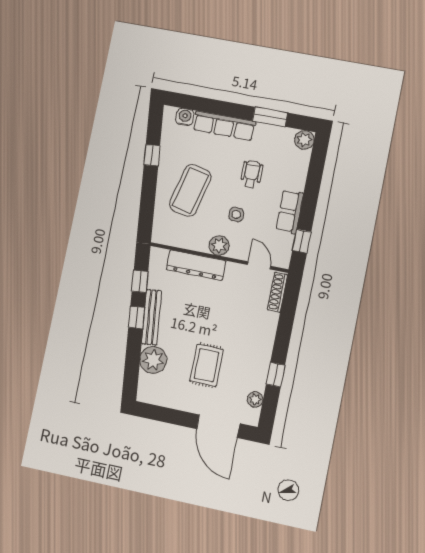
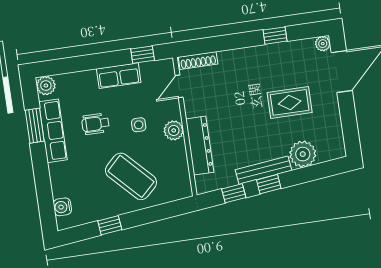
row of seats: (224, 126) -> (53, 131), moved
coffee table: (190, 190) -> (131, 176), turned 33
plant: (255, 399) -> (323, 44), moved

